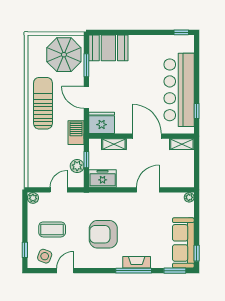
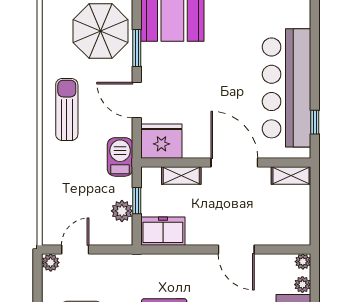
sun lounger: (43, 103) -> (67, 109), width x0.73, depth x0.75
door: (59, 190) -> (75, 250), moved
door: (148, 190) -> (236, 250), swing flipped
plant: (189, 212) -> (302, 285), added

